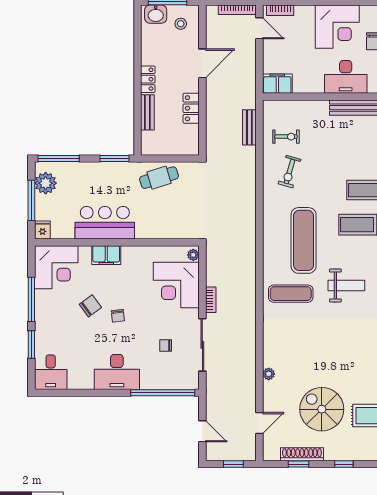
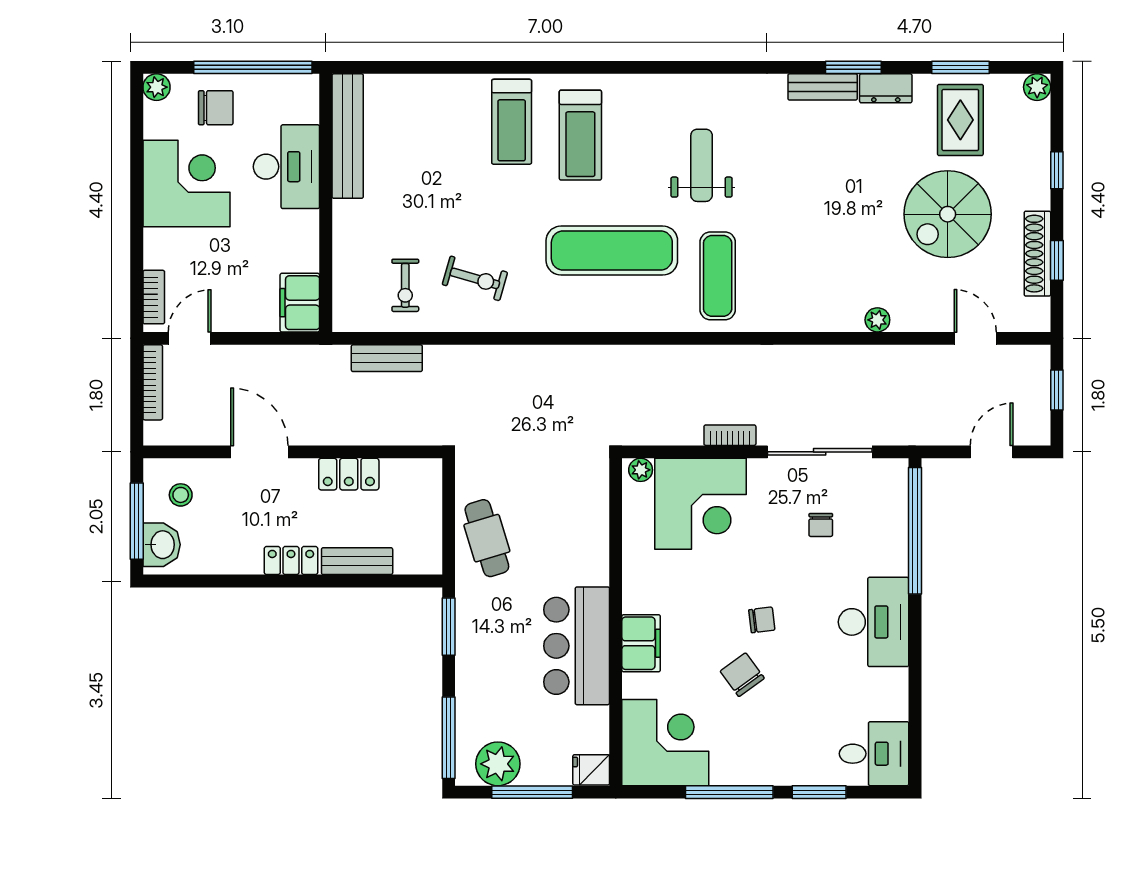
exercise bike: (286, 137) -> (405, 285), turned 180

